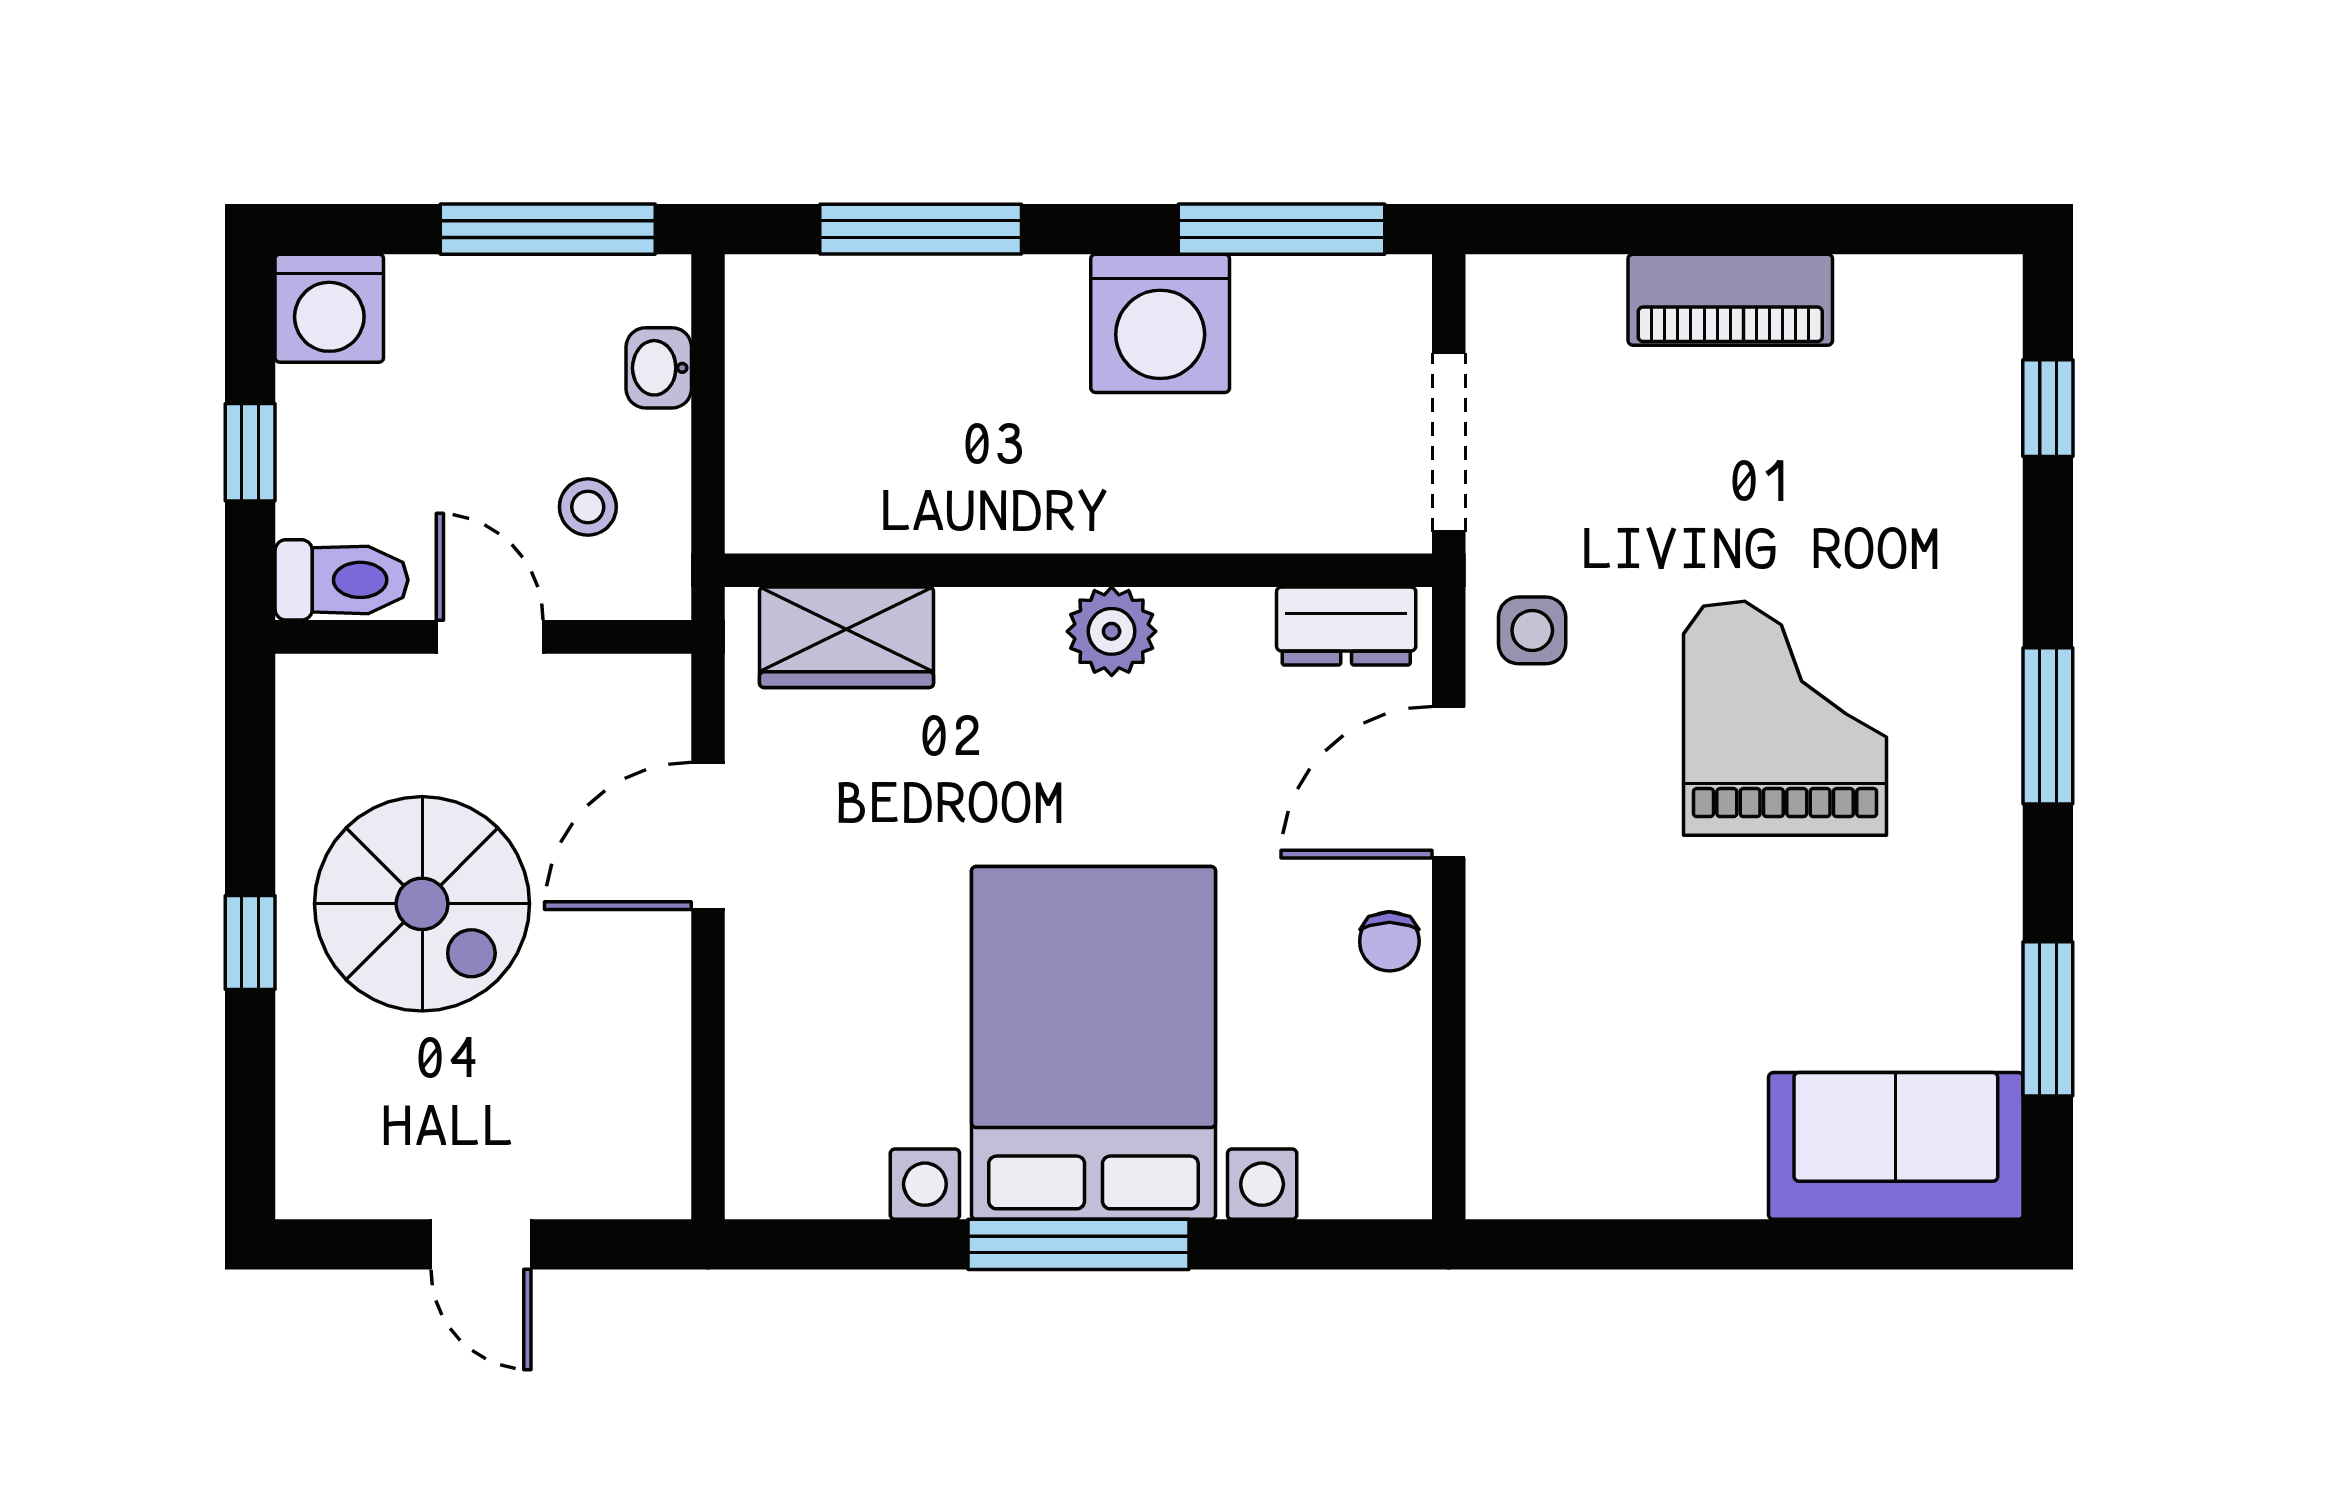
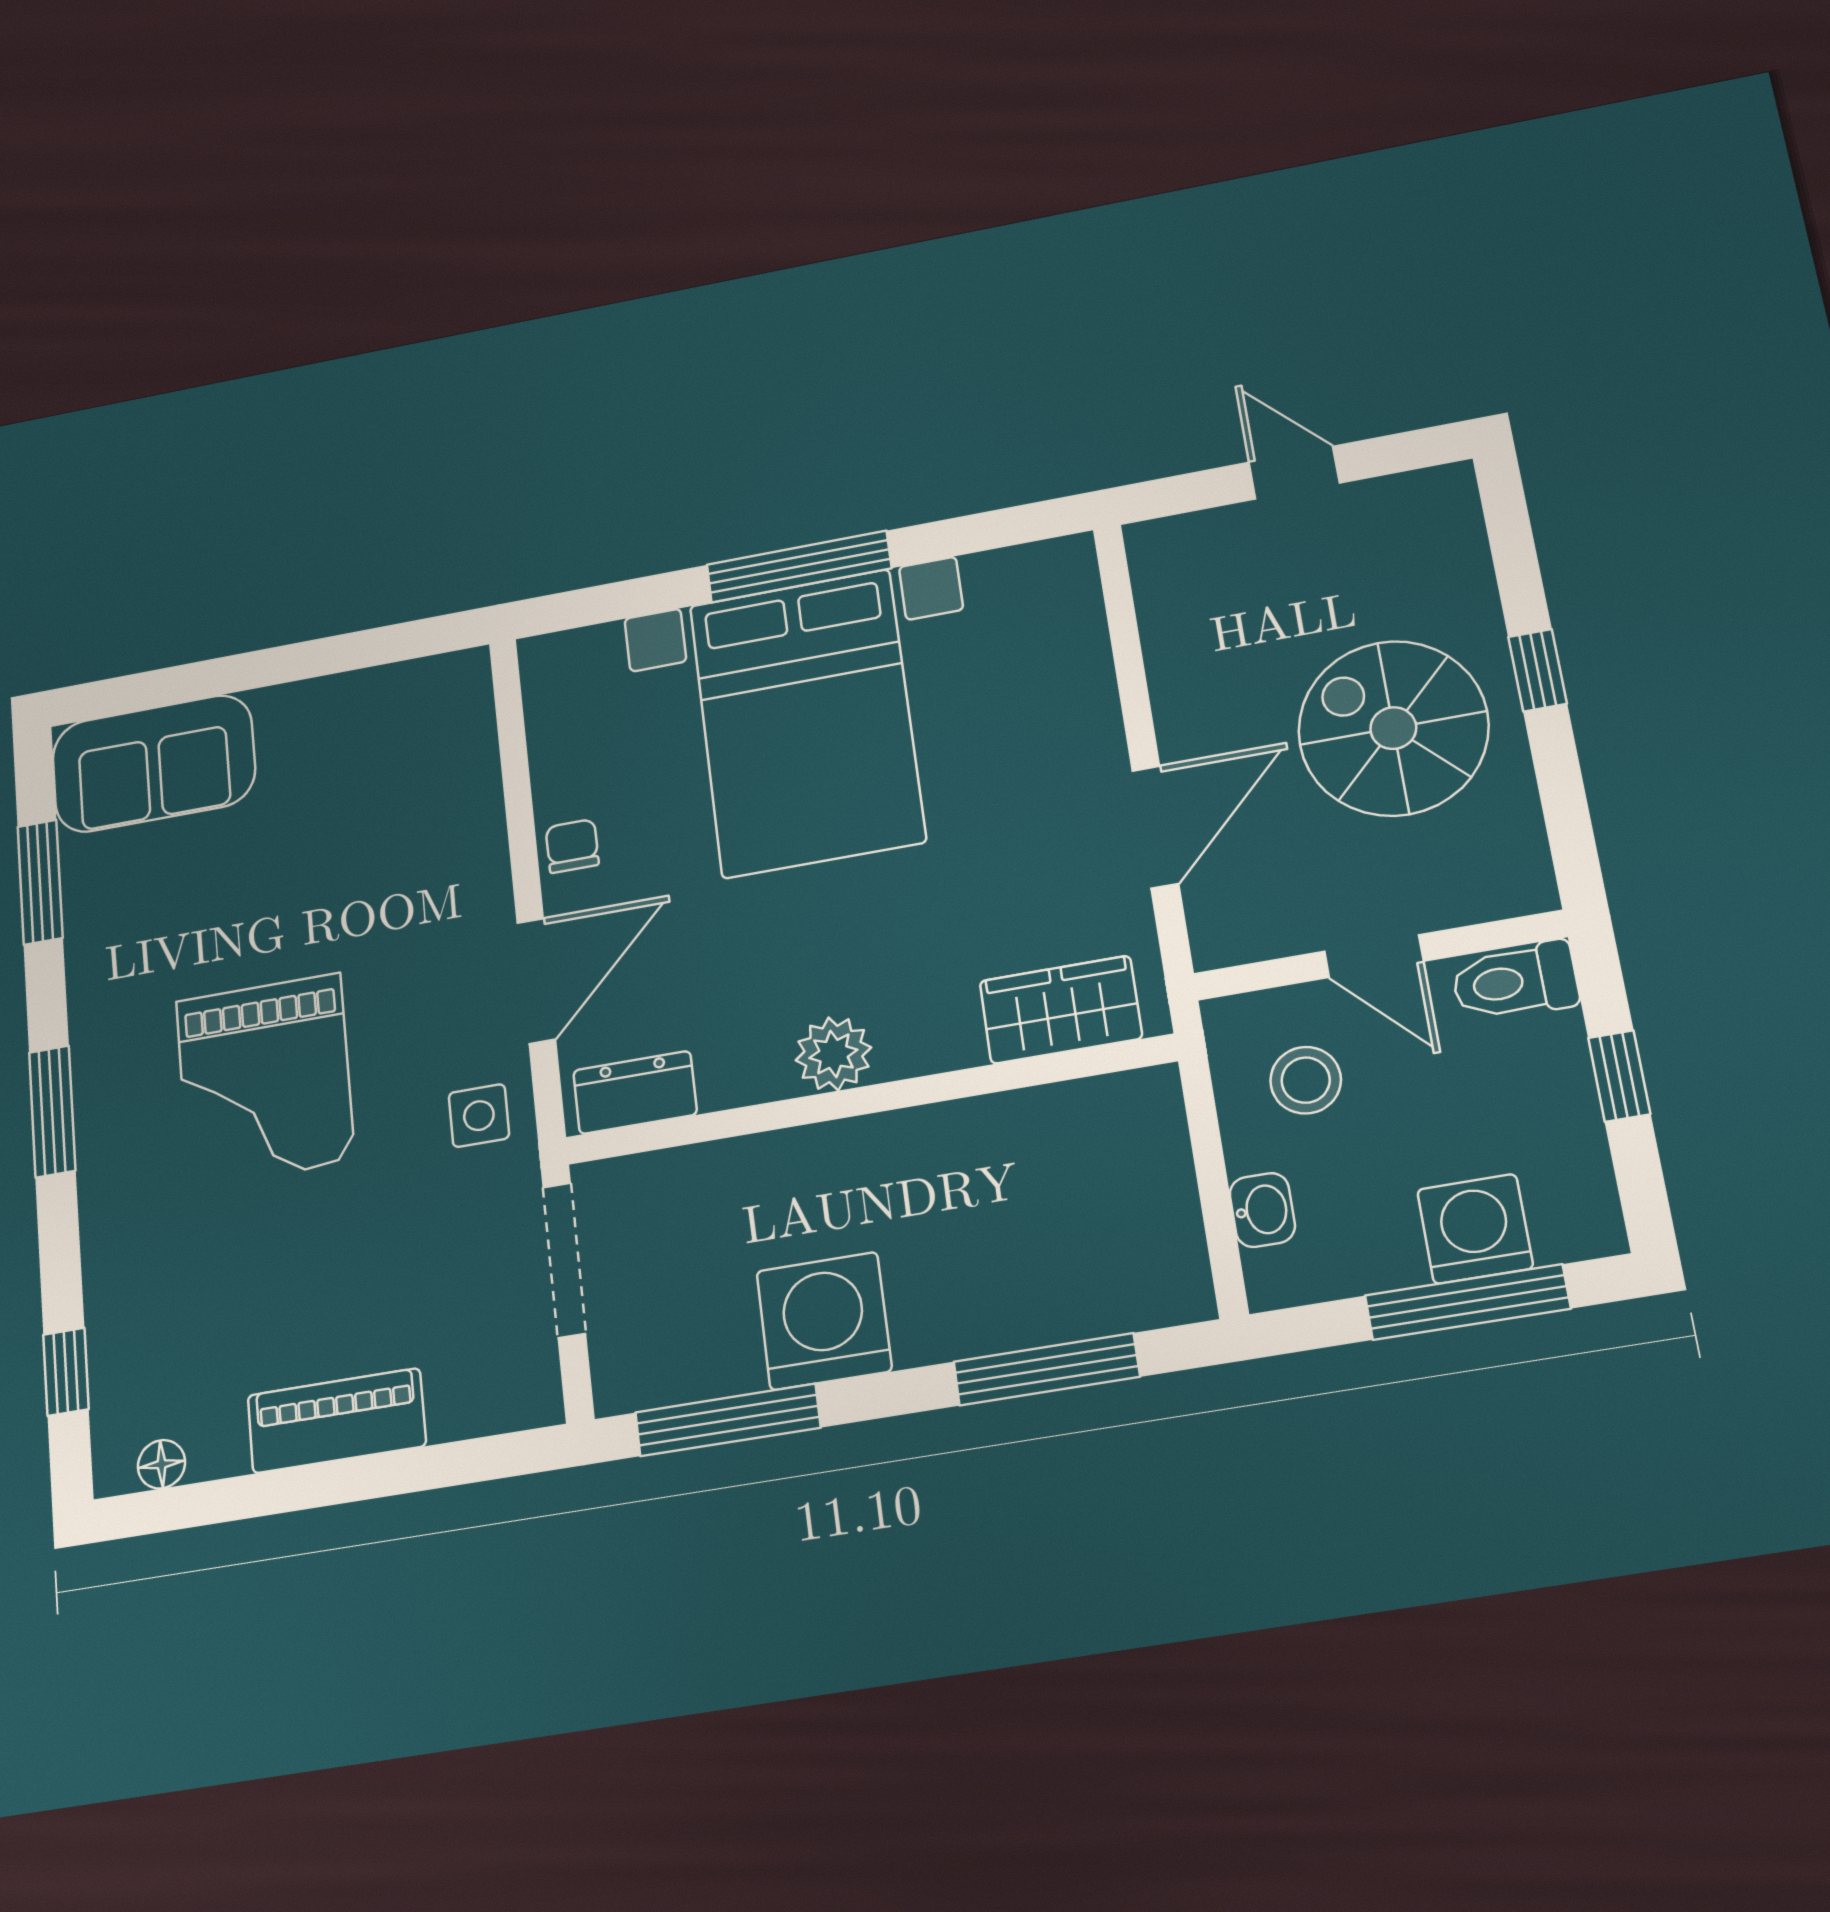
window: (548, 229) -> (1467, 1302), moved
floor lamp: (1940, 282) -> (161, 1464), added
washing machine: (329, 308) -> (1475, 1229), moved
stool: (588, 507) -> (1306, 1080), width x1.37, depth x1.37

